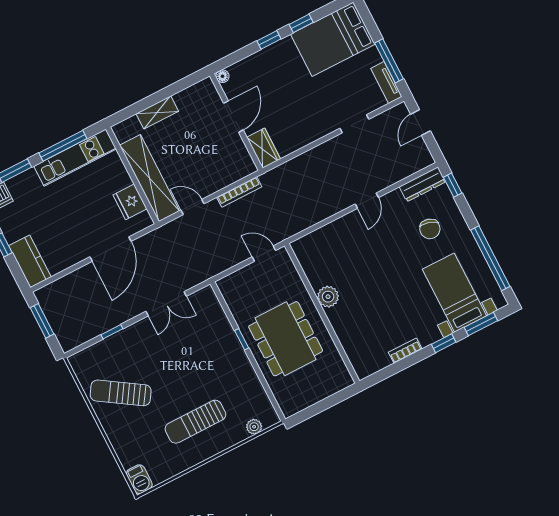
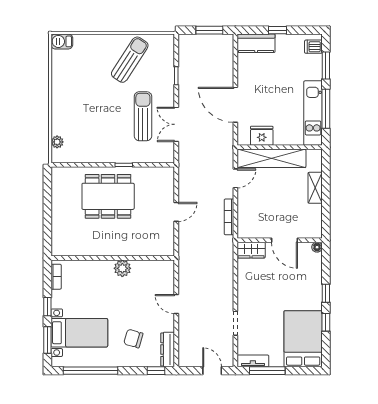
plant: (328, 297) -> (122, 268), moved
wall: (322, 313) -> (113, 258), moved
sun lounger: (195, 422) -> (143, 116), moved

